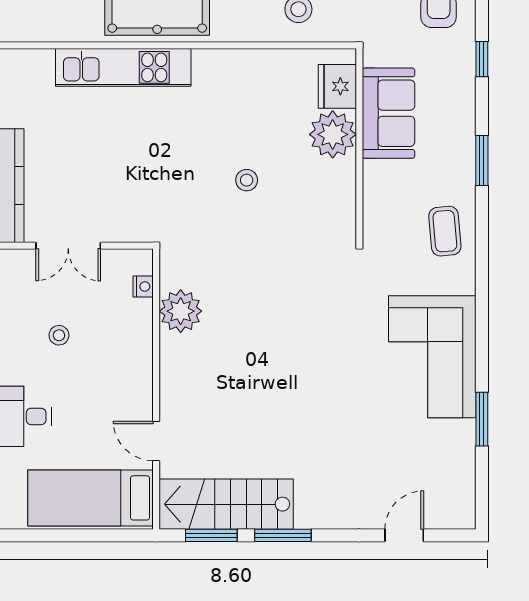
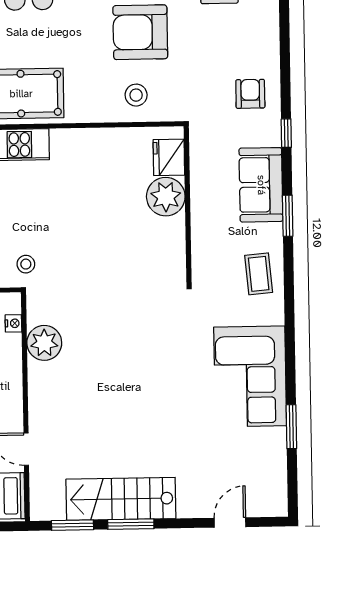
sofa: (388, 113) -> (261, 185), moved, turned 180
stool: (247, 180) -> (26, 264), moved
stairs: (226, 504) -> (121, 499), moved

